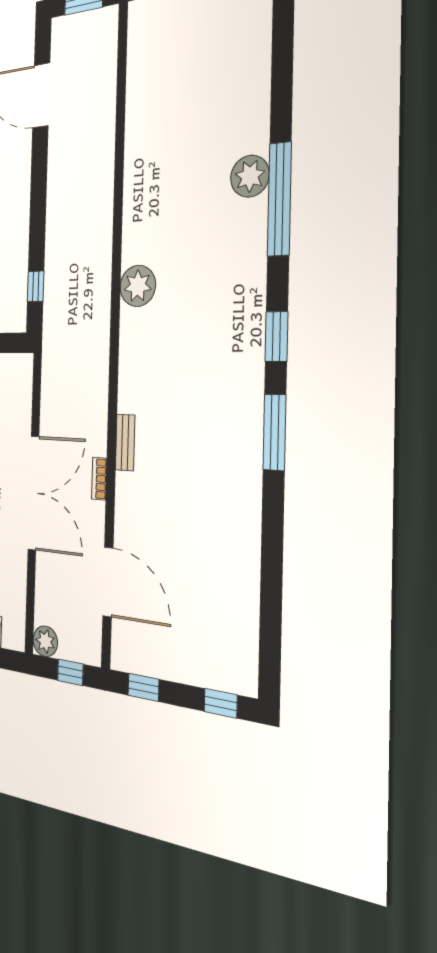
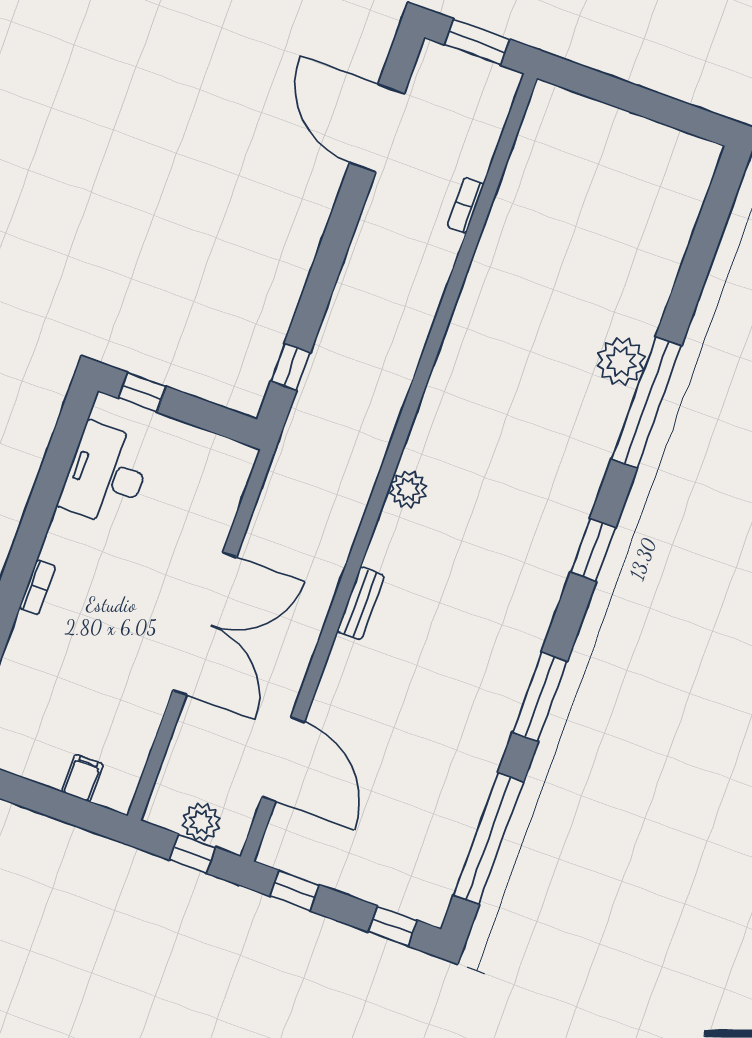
plant: (138, 286) -> (408, 489), moved, width x0.73, depth x0.73
window: (274, 432) -> (540, 697), moved
bookcase: (99, 479) -> (465, 205), moved
window: (271, 610) -> (488, 839), added
plant: (45, 641) -> (201, 822), moved

